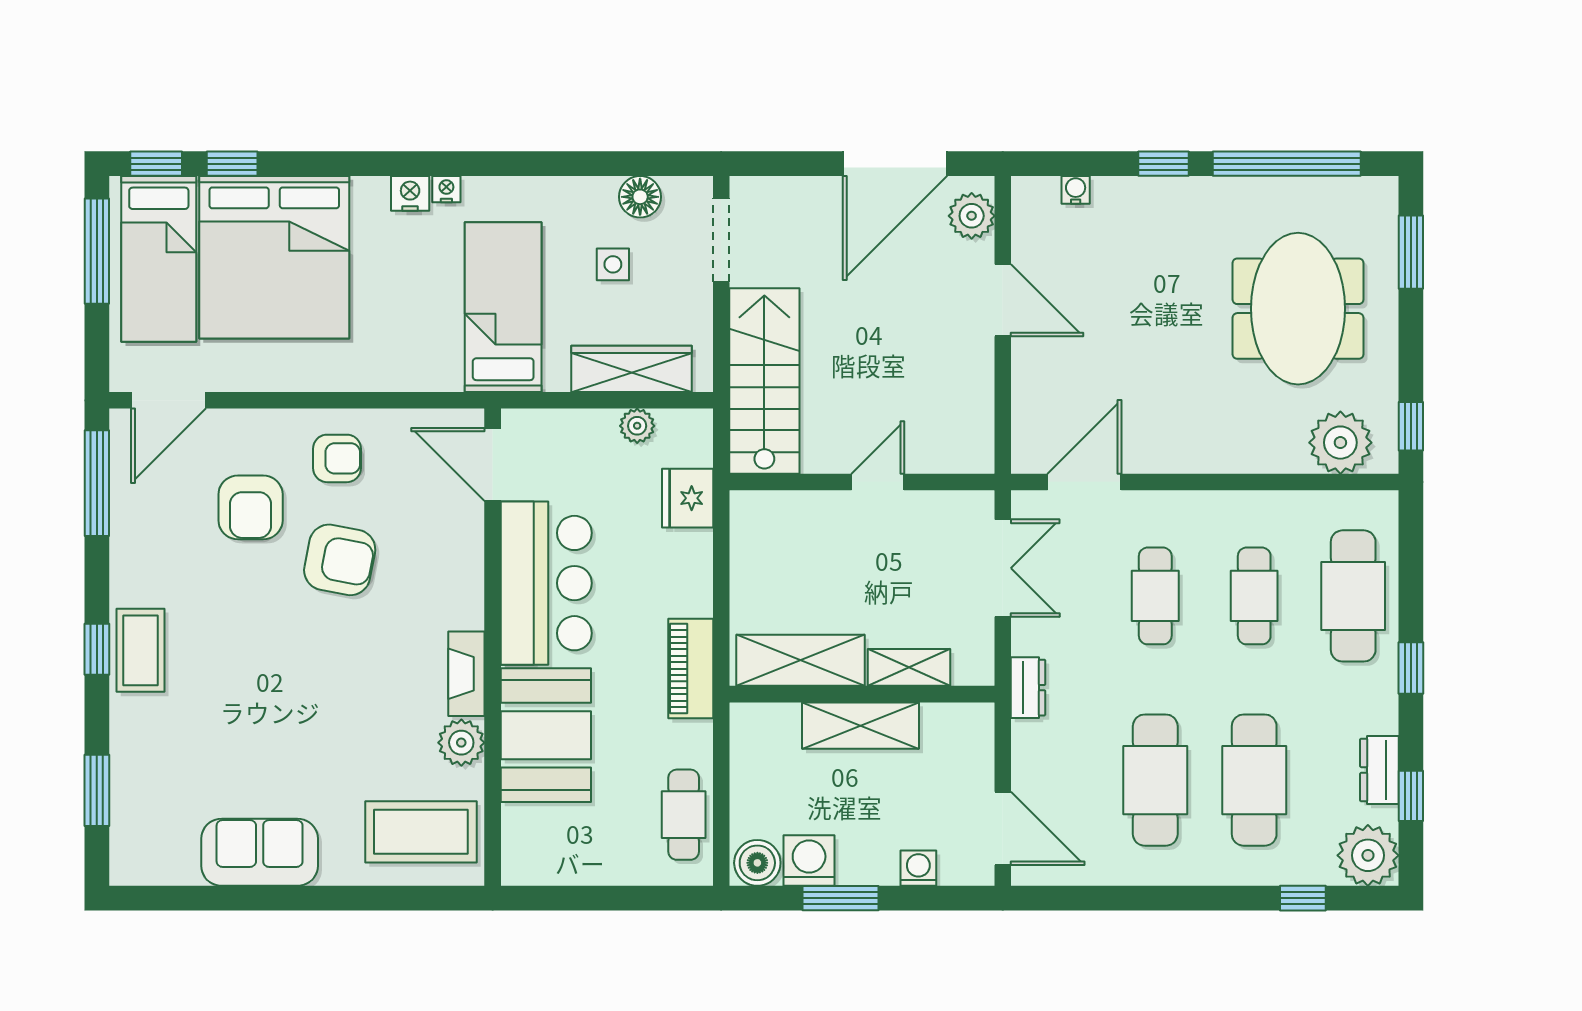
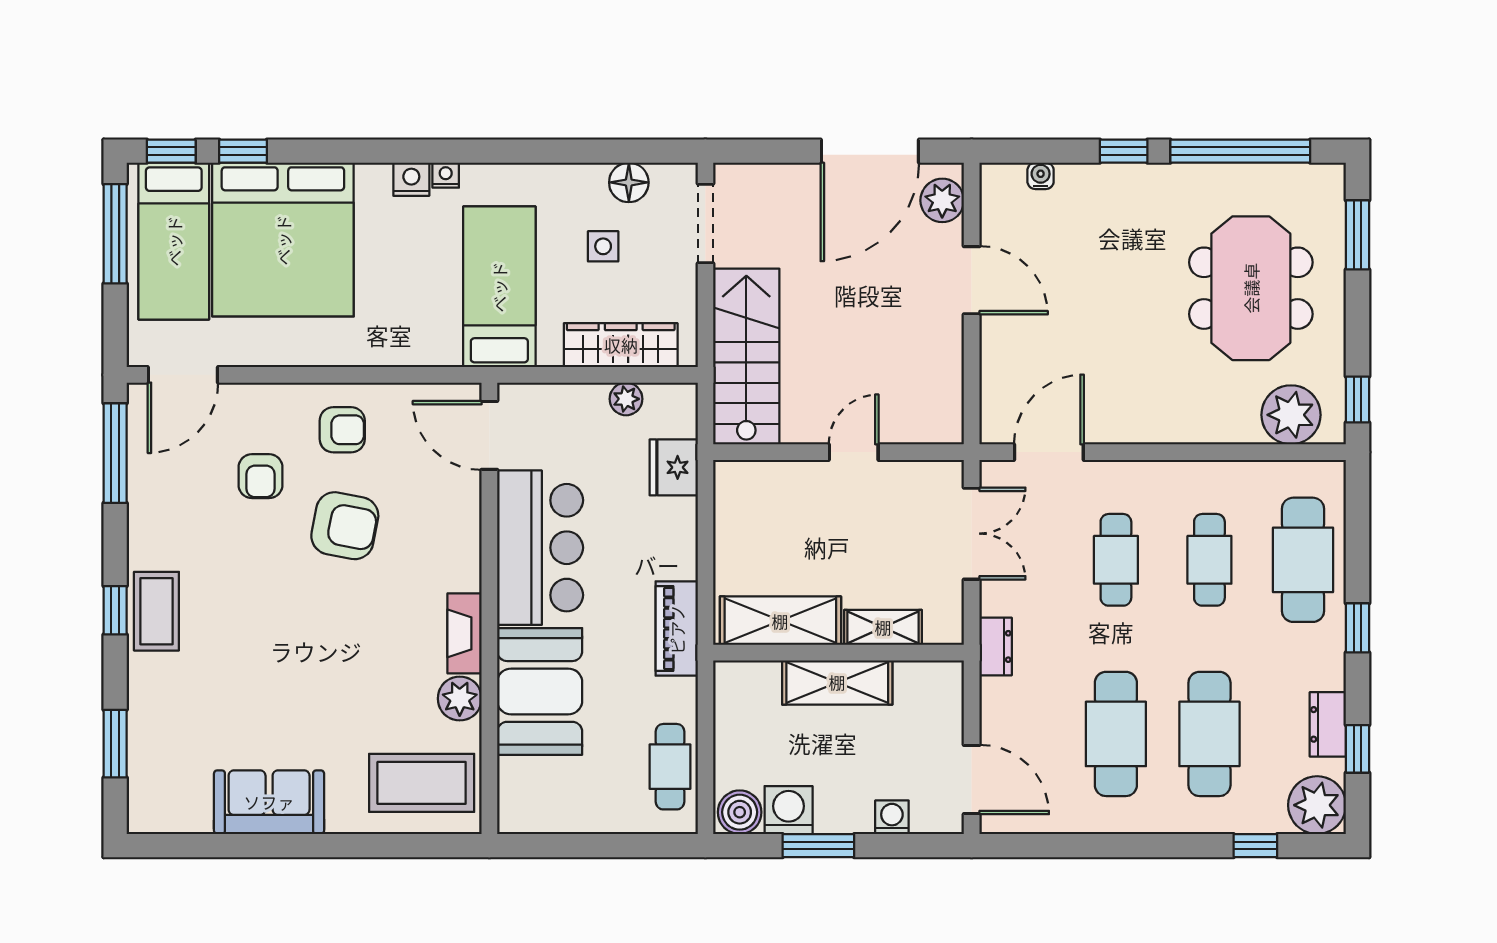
armchair: (251, 507) -> (261, 476), width x0.72, depth x0.72

